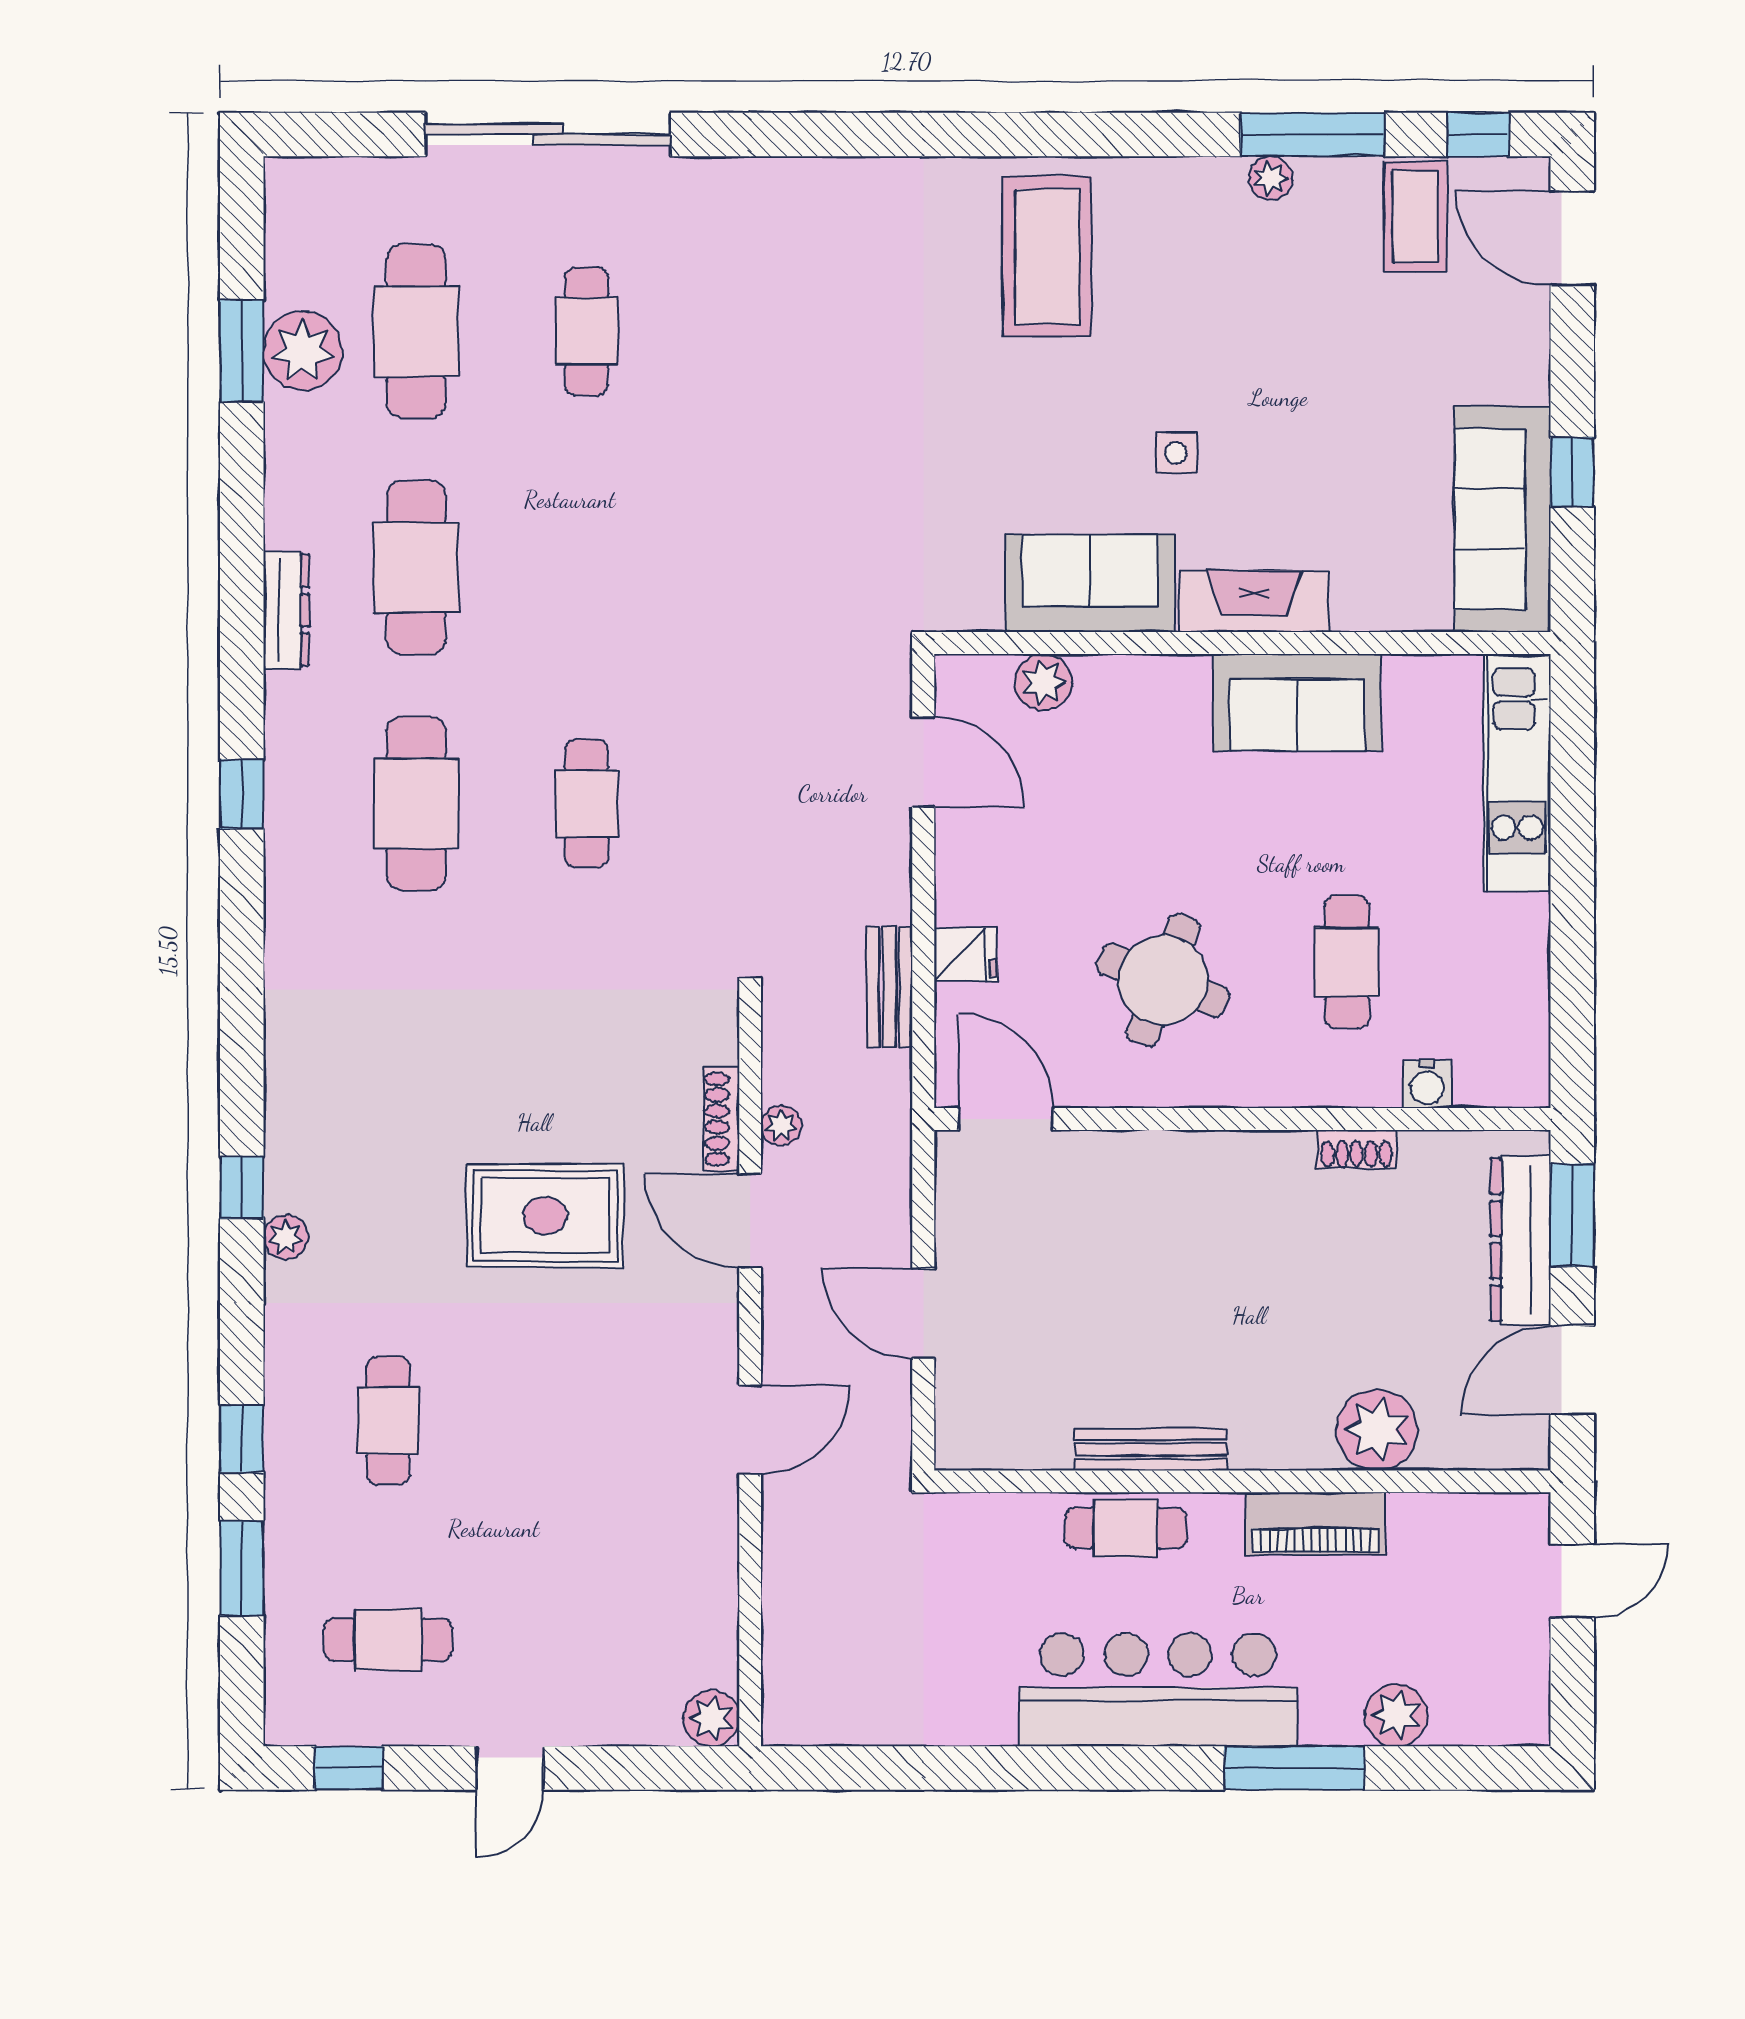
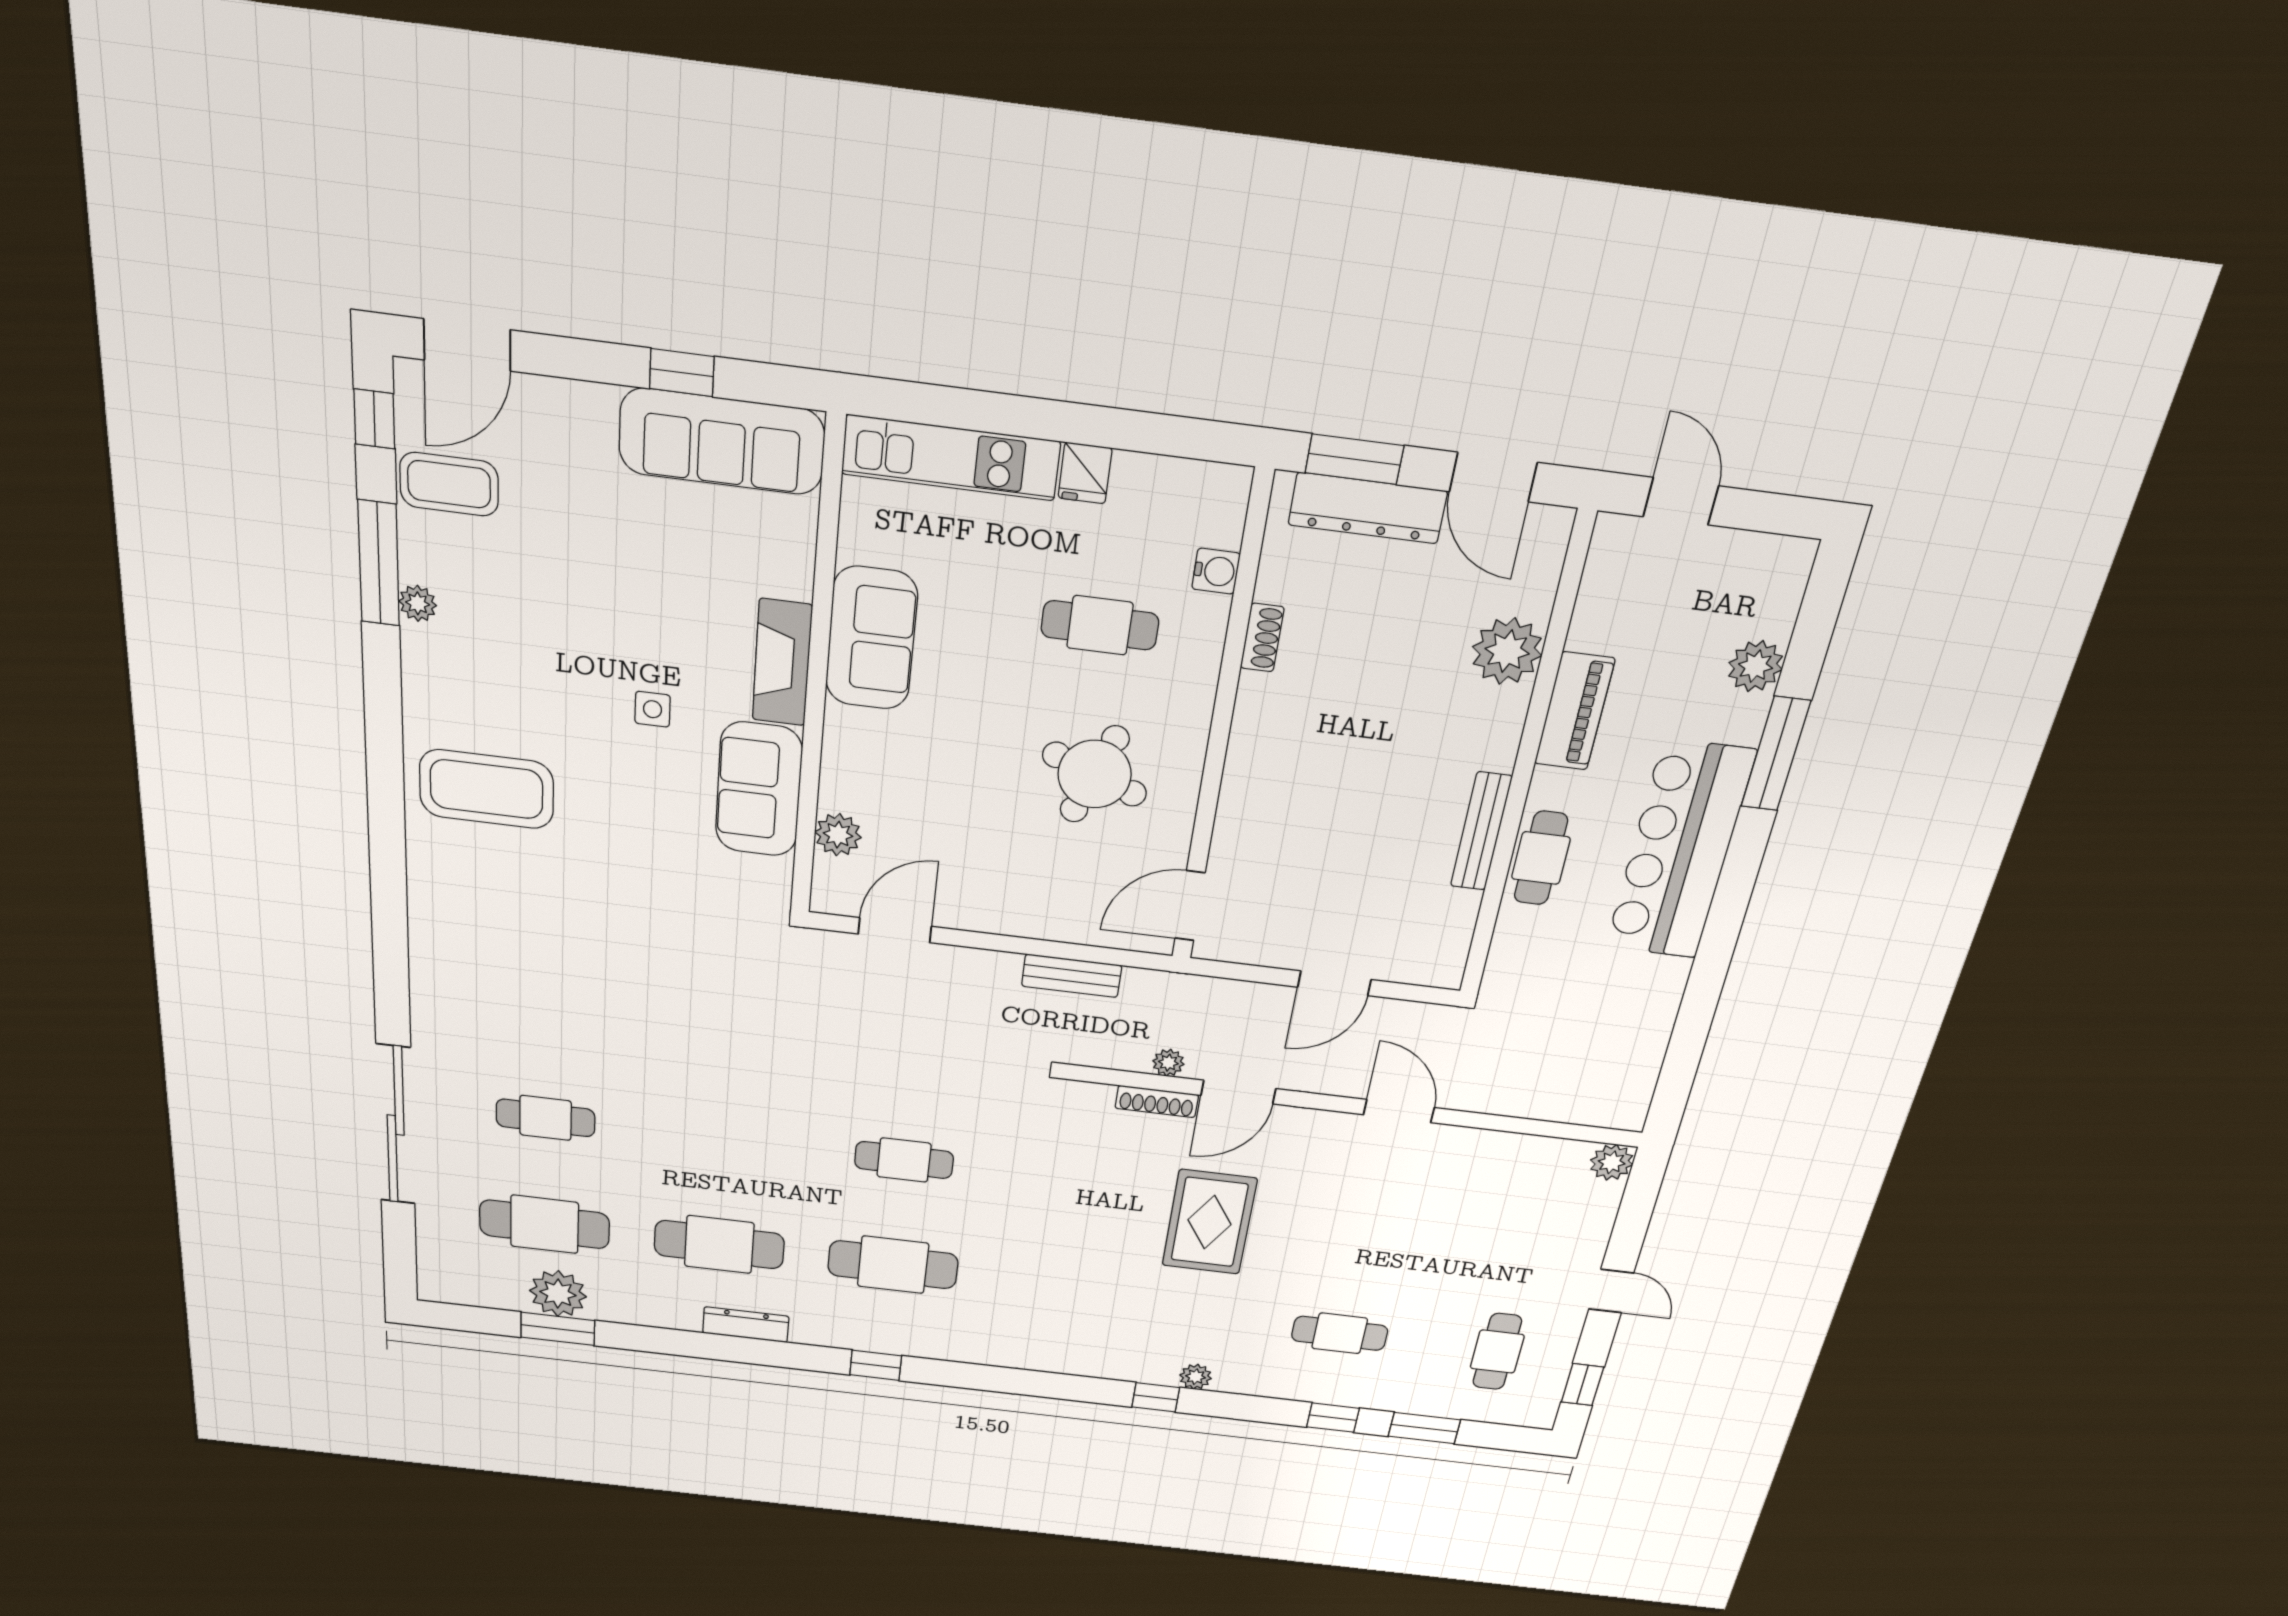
fridge: (966, 954) -> (1085, 473), moved, turned 180

